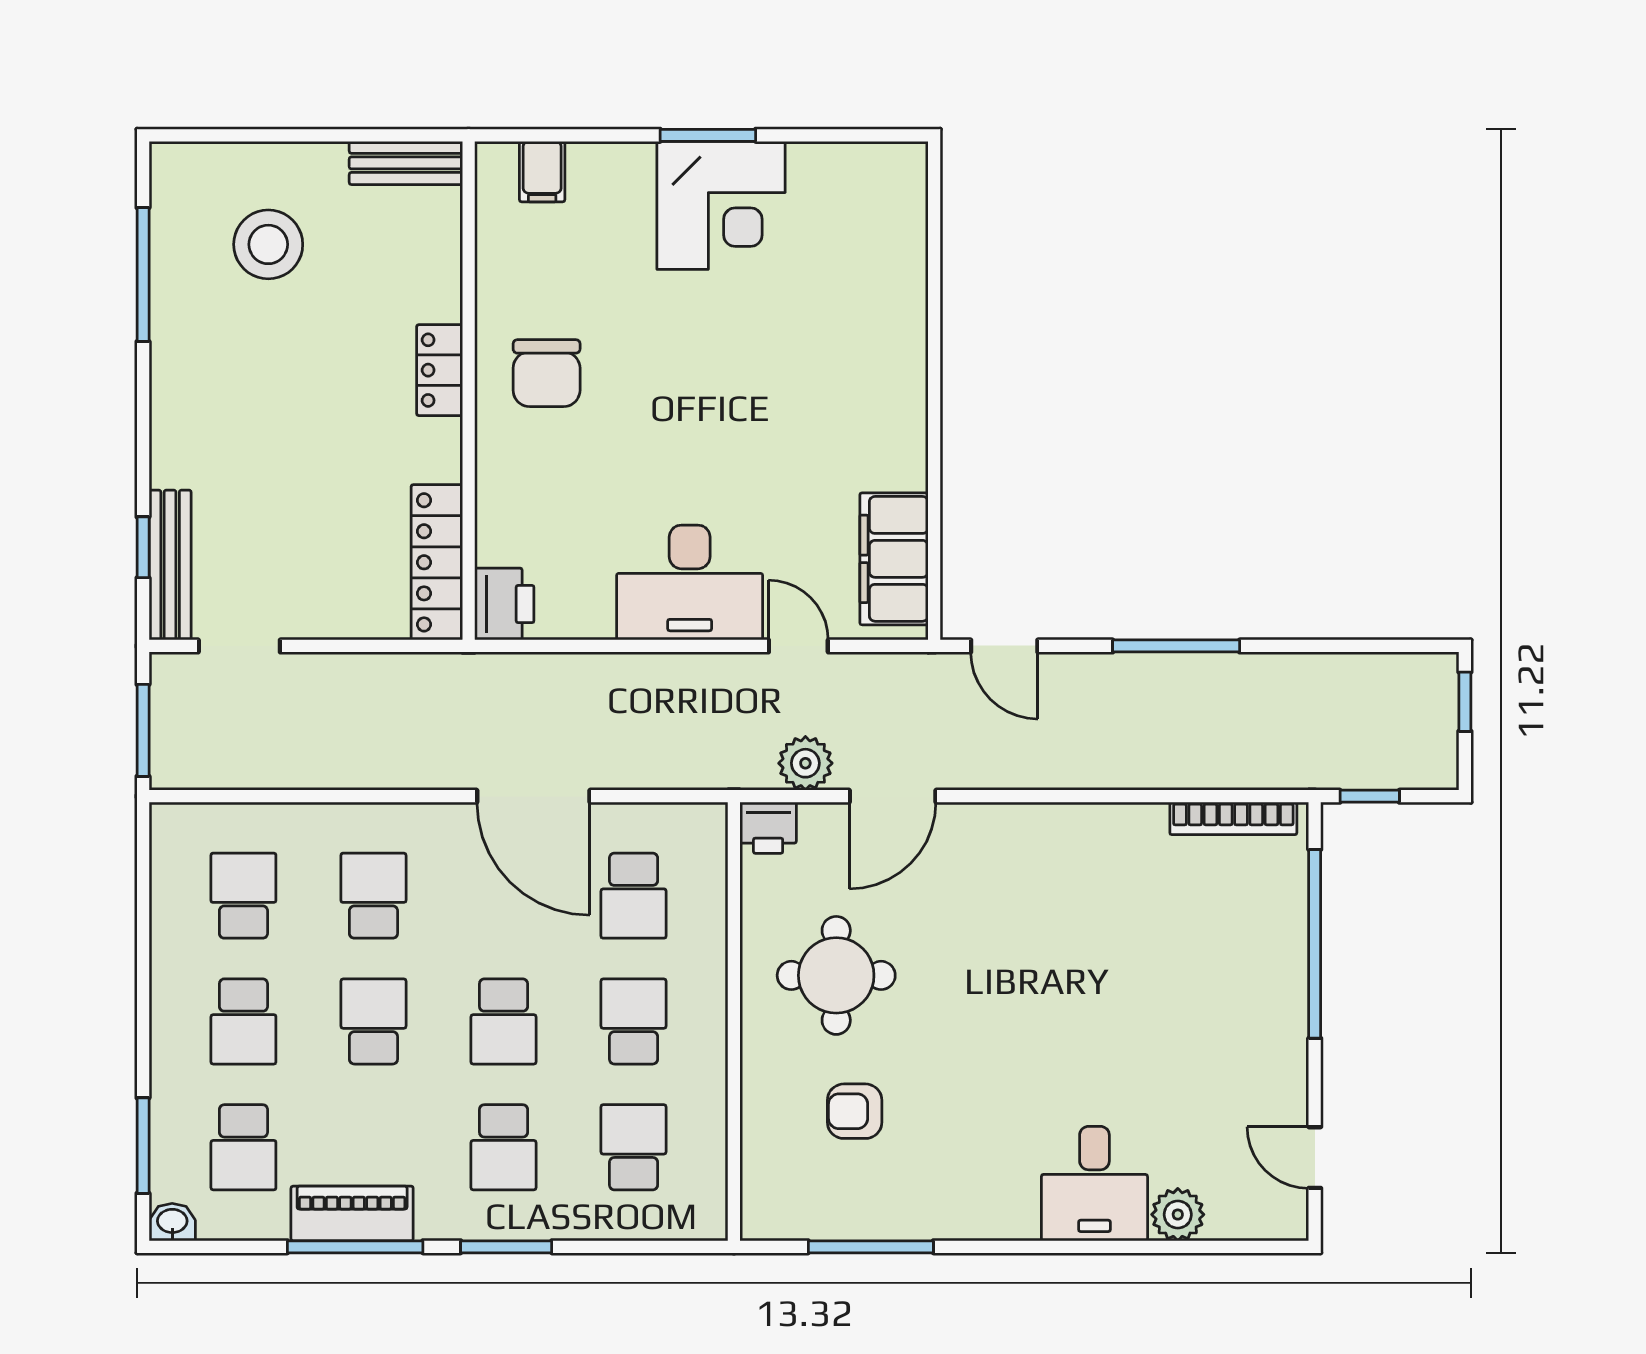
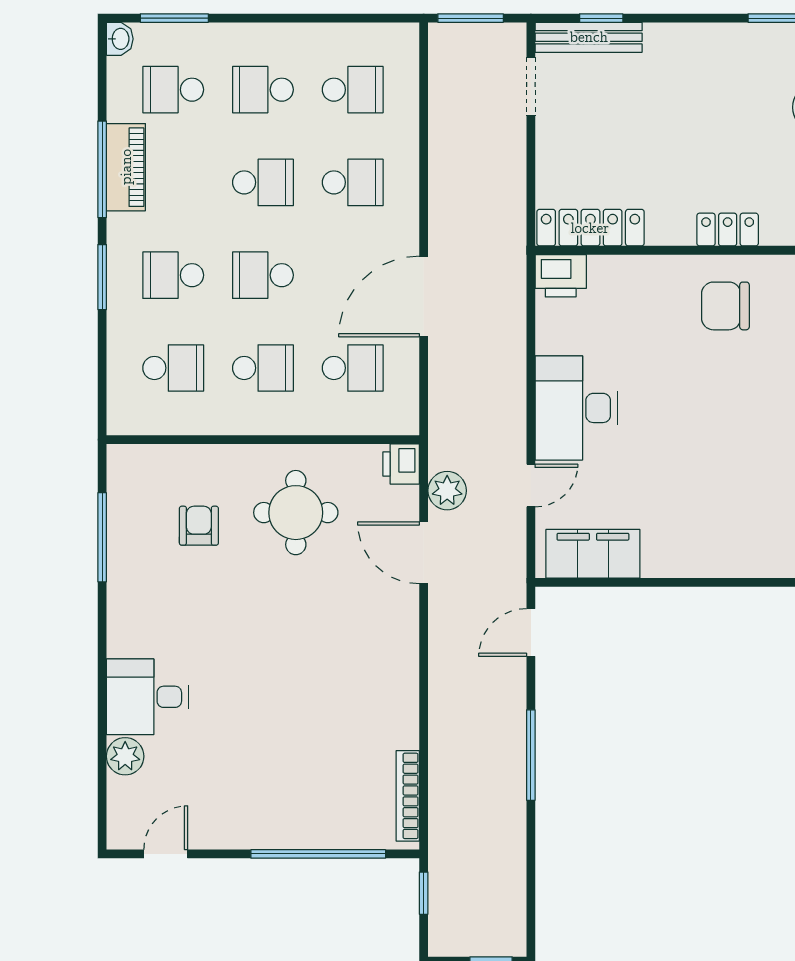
school desk: (634, 896) -> (353, 368), turned 180

